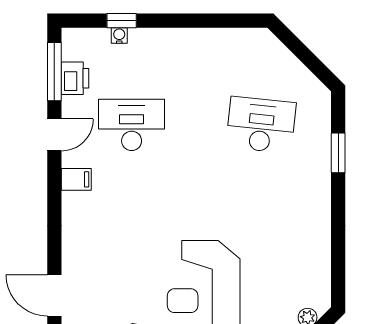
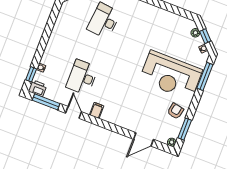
window: (122, 21) -> (31, 74), moved
printer: (75, 78) -> (37, 88), moved

